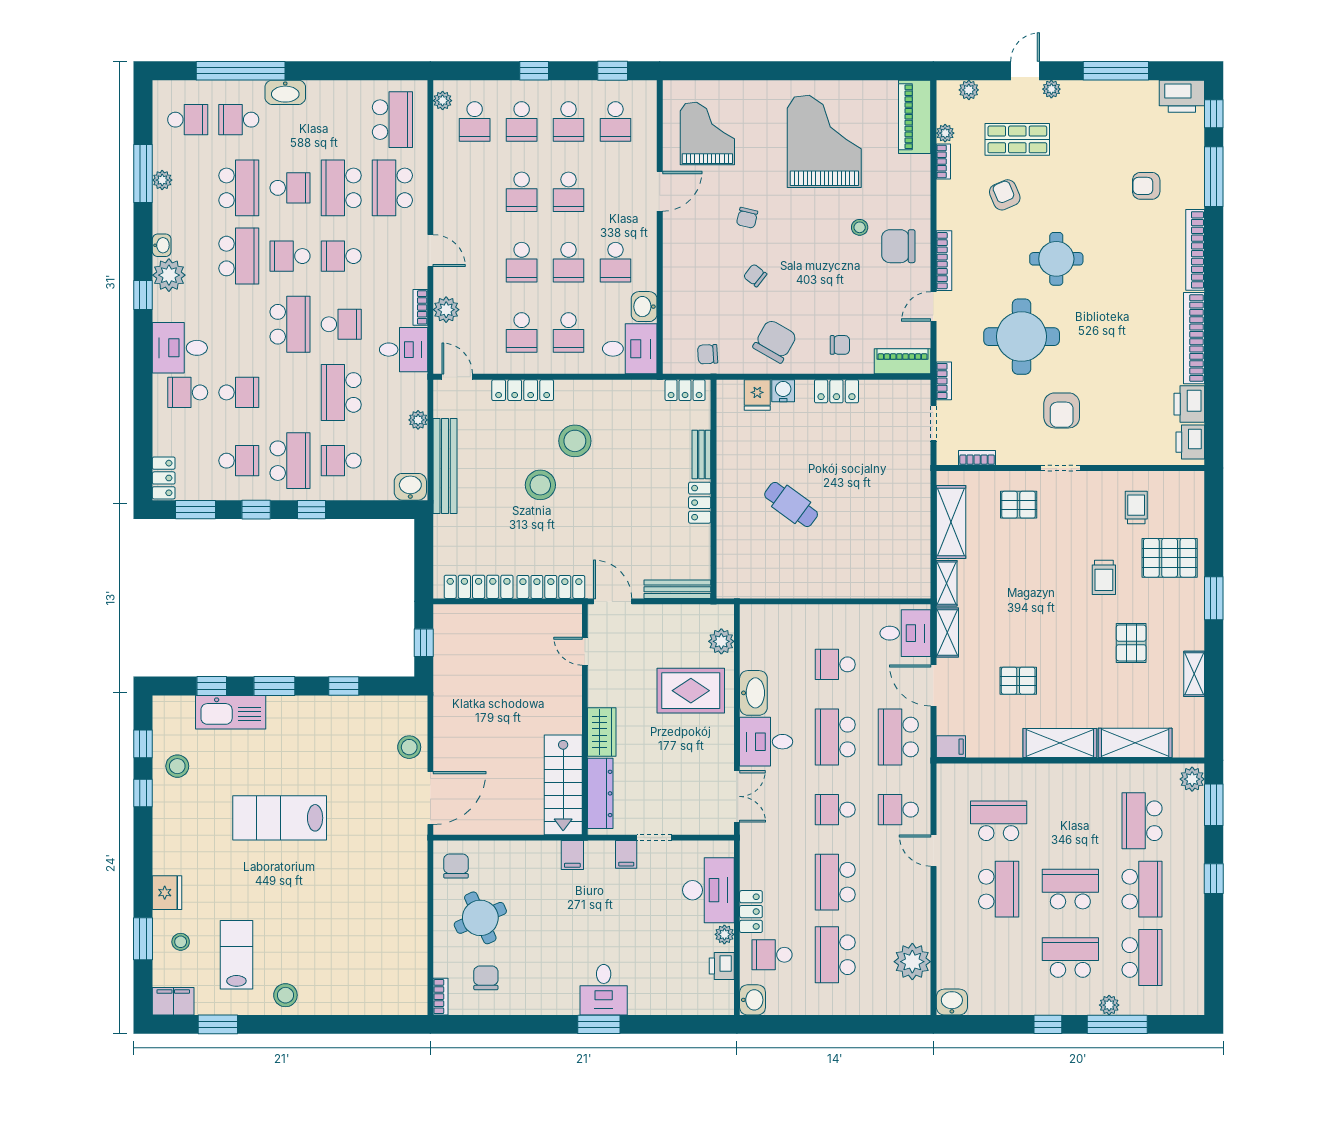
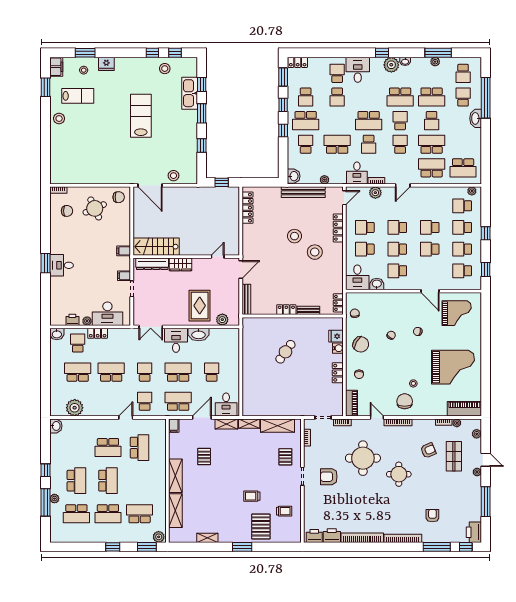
locker: (551, 587) -> (247, 241), removed
pallet: (1131, 643) -> (222, 509), removed

